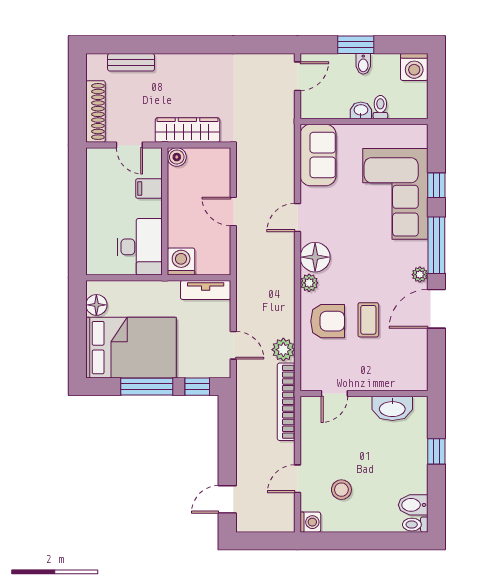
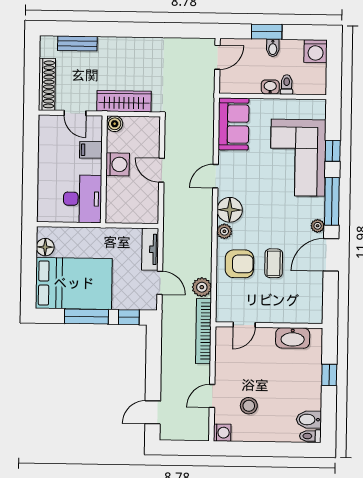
washing machine: (181, 262) -> (118, 164), moved, turned 90
tv unit: (206, 290) -> (150, 249), moved, turned 90

